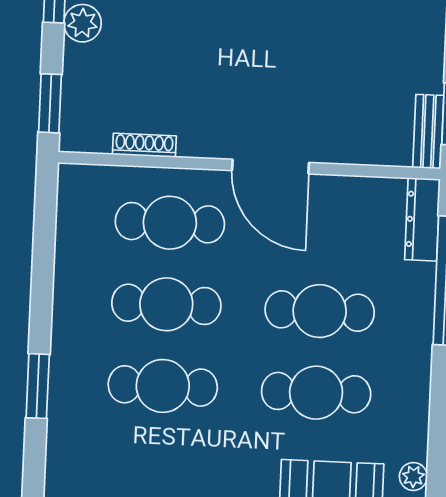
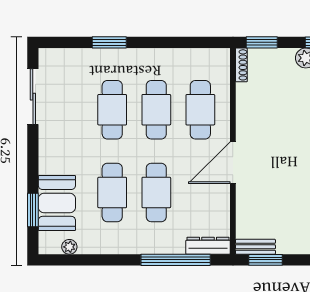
shoe rack: (144, 145) -> (241, 65), moved

